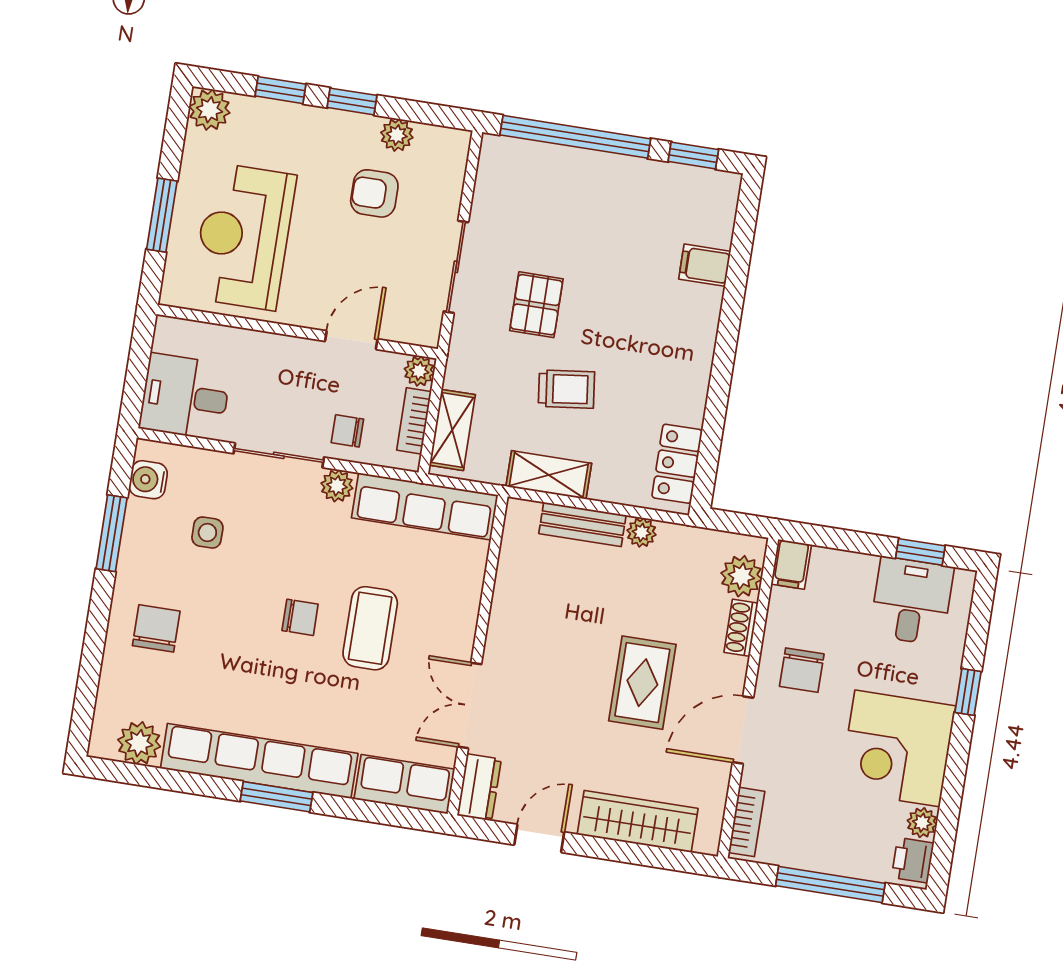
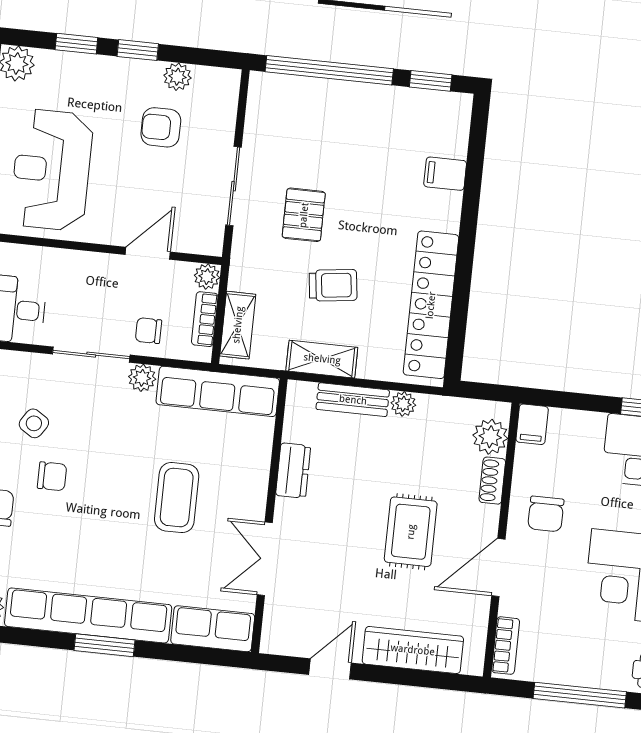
locker: (677, 464) -> (431, 305), width x2.16, depth x1.21
side table: (207, 533) -> (34, 423), turned 33
chair: (300, 617) -> (52, 476), moved
dresser: (479, 787) -> (293, 471), moved

